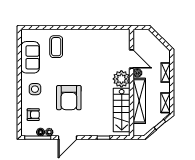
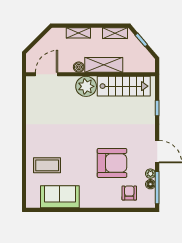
door: (131, 59) -> (47, 74), moved
side table: (35, 89) -> (98, 191), removed
armchair: (69, 98) -> (112, 163), moved
shelving: (139, 101) -> (104, 65), width x0.68

